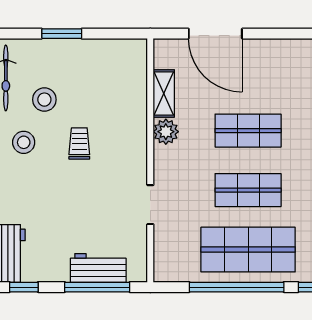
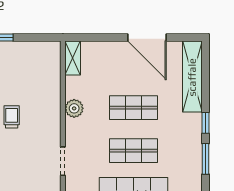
door: (215, 34) -> (147, 38), moved
shelving: (164, 93) -> (73, 58), moved

